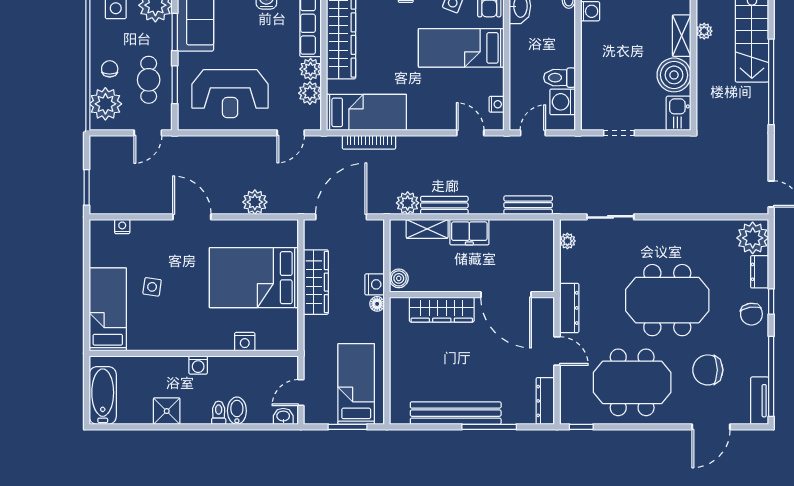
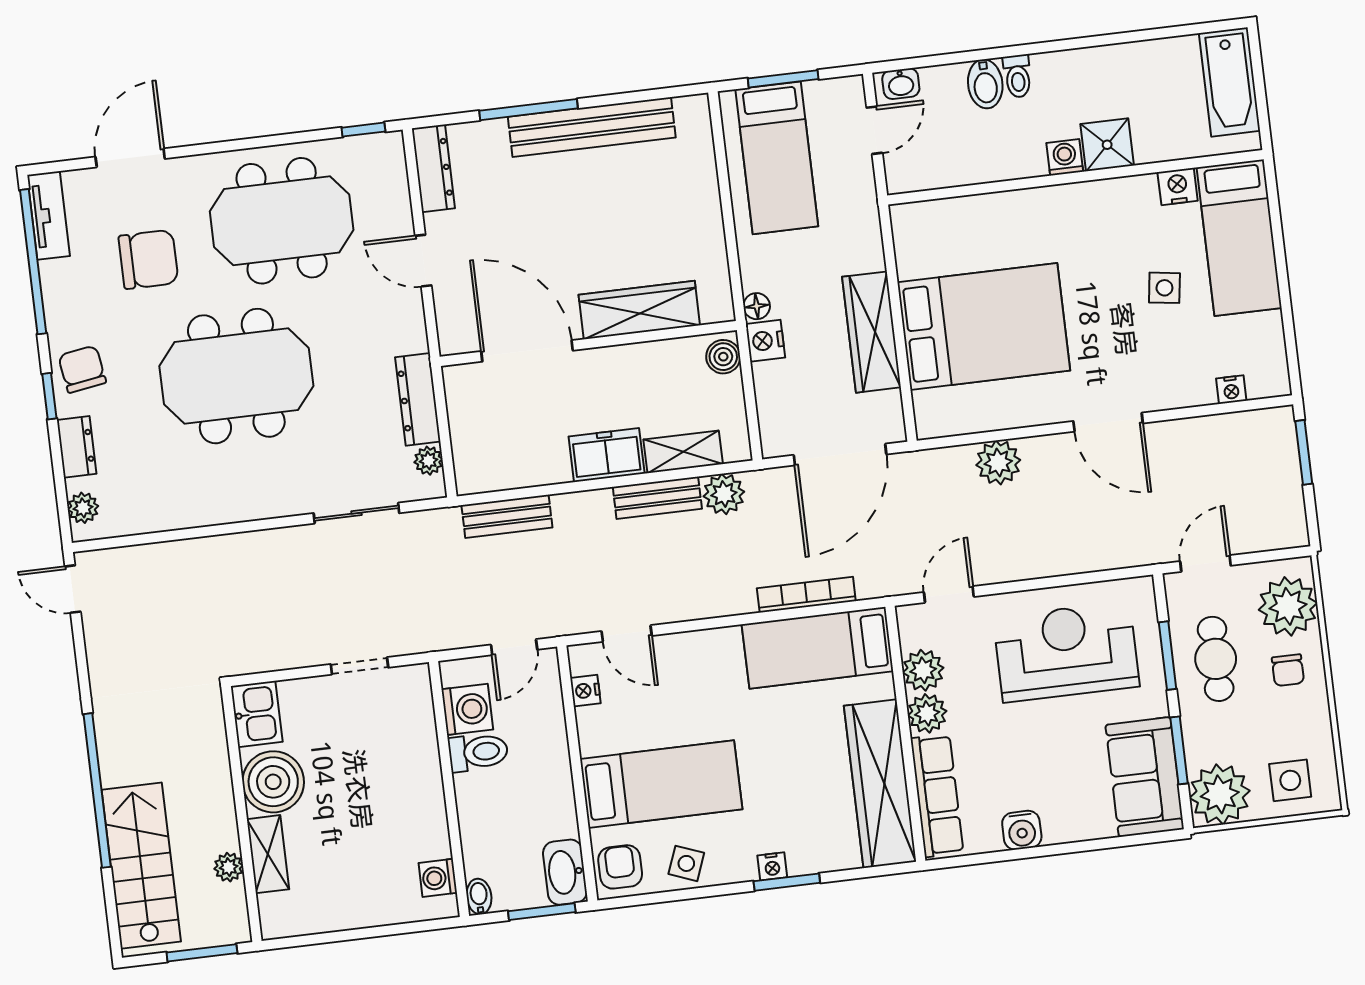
plant: (753, 238) -> (83, 508), width x0.53, depth x0.53
dresser: (569, 308) -> (418, 399), moved
nightstand: (245, 342) -> (1178, 186), moved
shower: (167, 411) -> (1107, 145), moved

